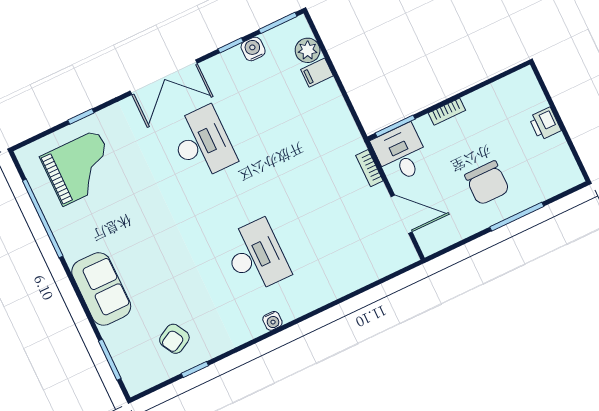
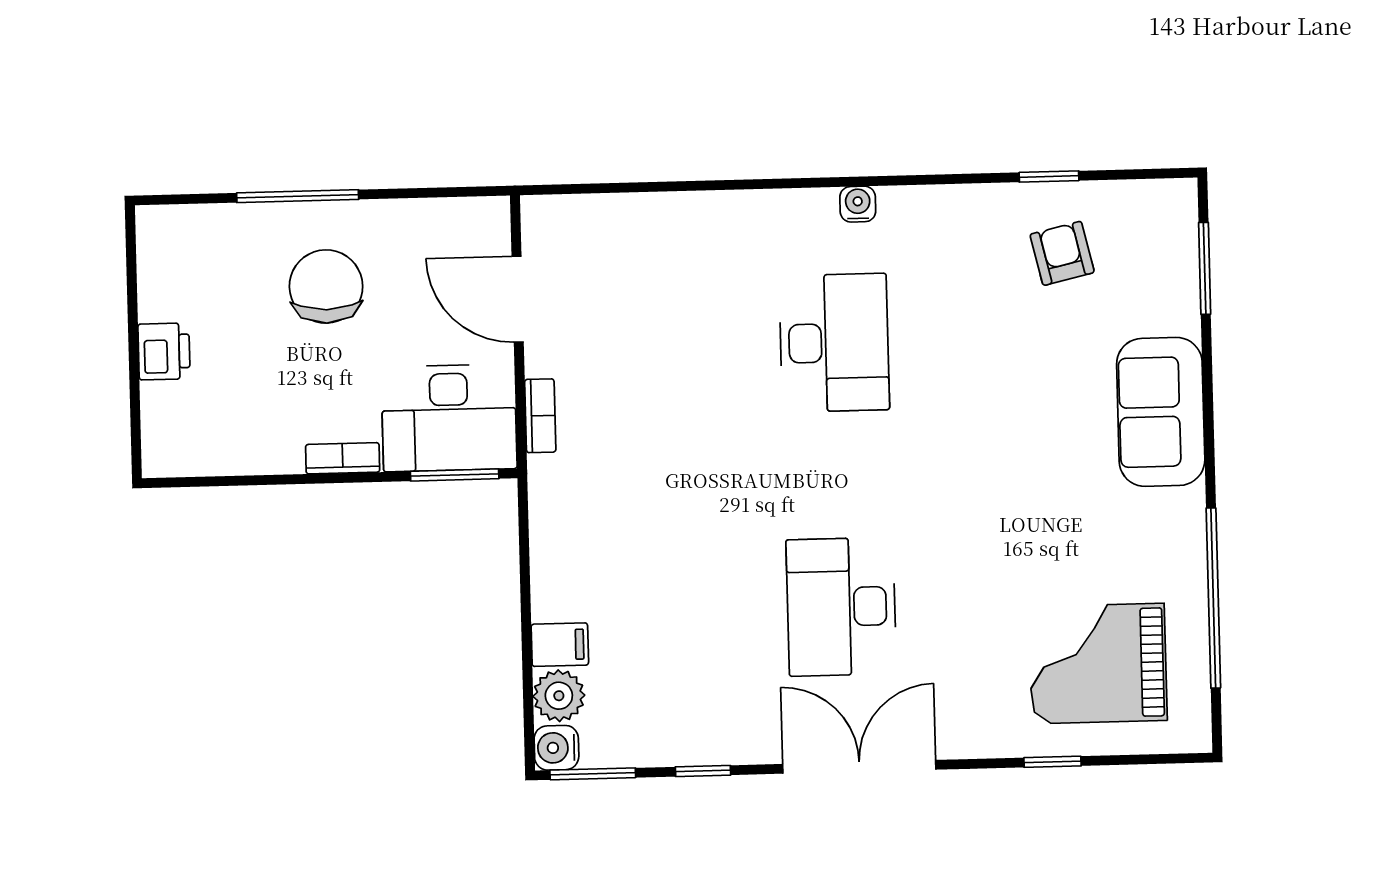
water cooler: (253, 49) -> (556, 748), moved, turned 90
desk: (401, 153) -> (449, 418), width x1.37
desk: (256, 256) -> (834, 343), turned 180
armchair: (174, 339) -> (1062, 253), turned -74

